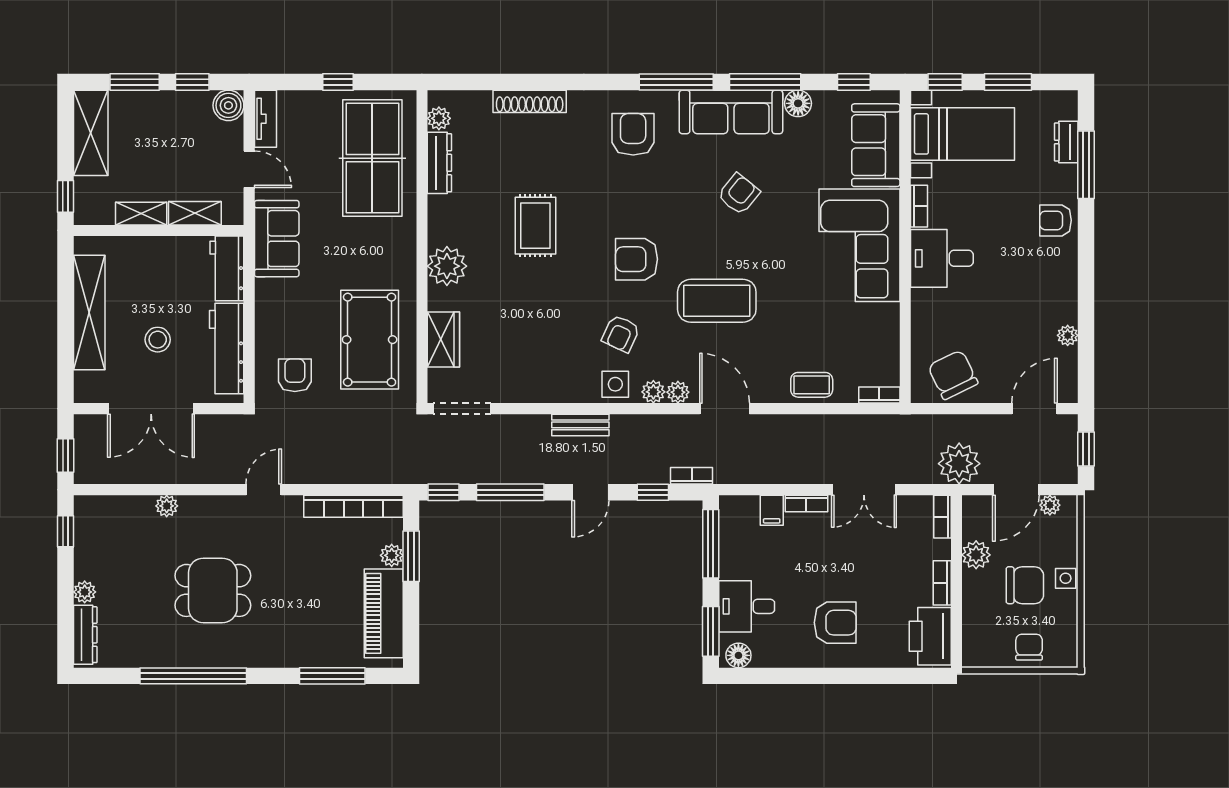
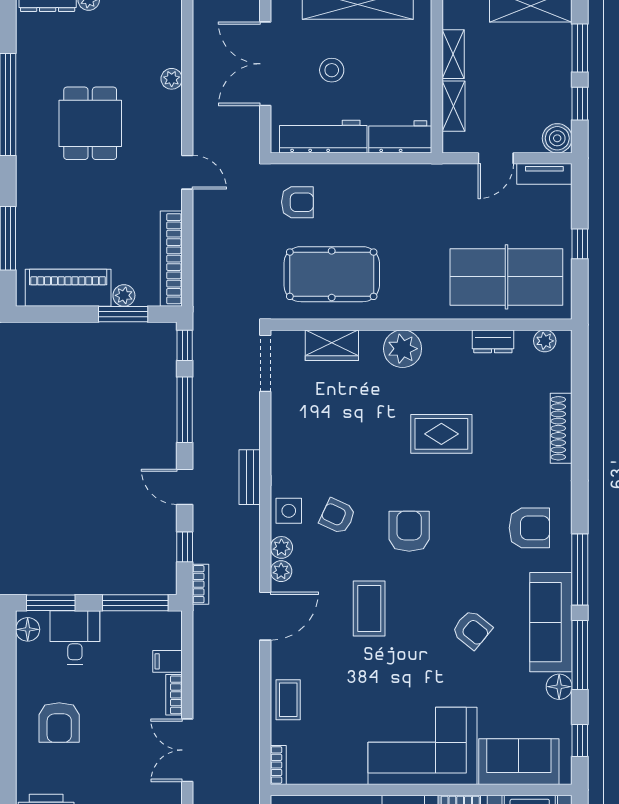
dresser: (439, 163) -> (493, 341), width x0.70
sofa: (277, 239) -> (429, 185), removed
coffee table: (717, 301) -> (369, 609), width x0.73, depth x0.76

